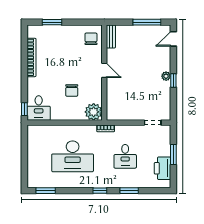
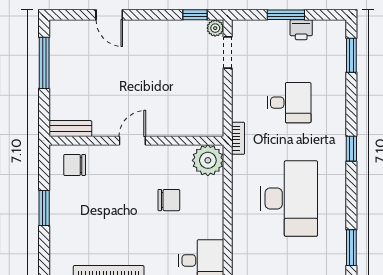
window: (52, 22) -> (44, 208), moved
door: (173, 39) -> (109, 15), moved
plant: (166, 76) -> (215, 28), moved
window: (173, 81) -> (195, 15), moved
printer: (162, 168) -> (301, 30), width x0.53, depth x0.68
window: (129, 191) -> (351, 55), moved

